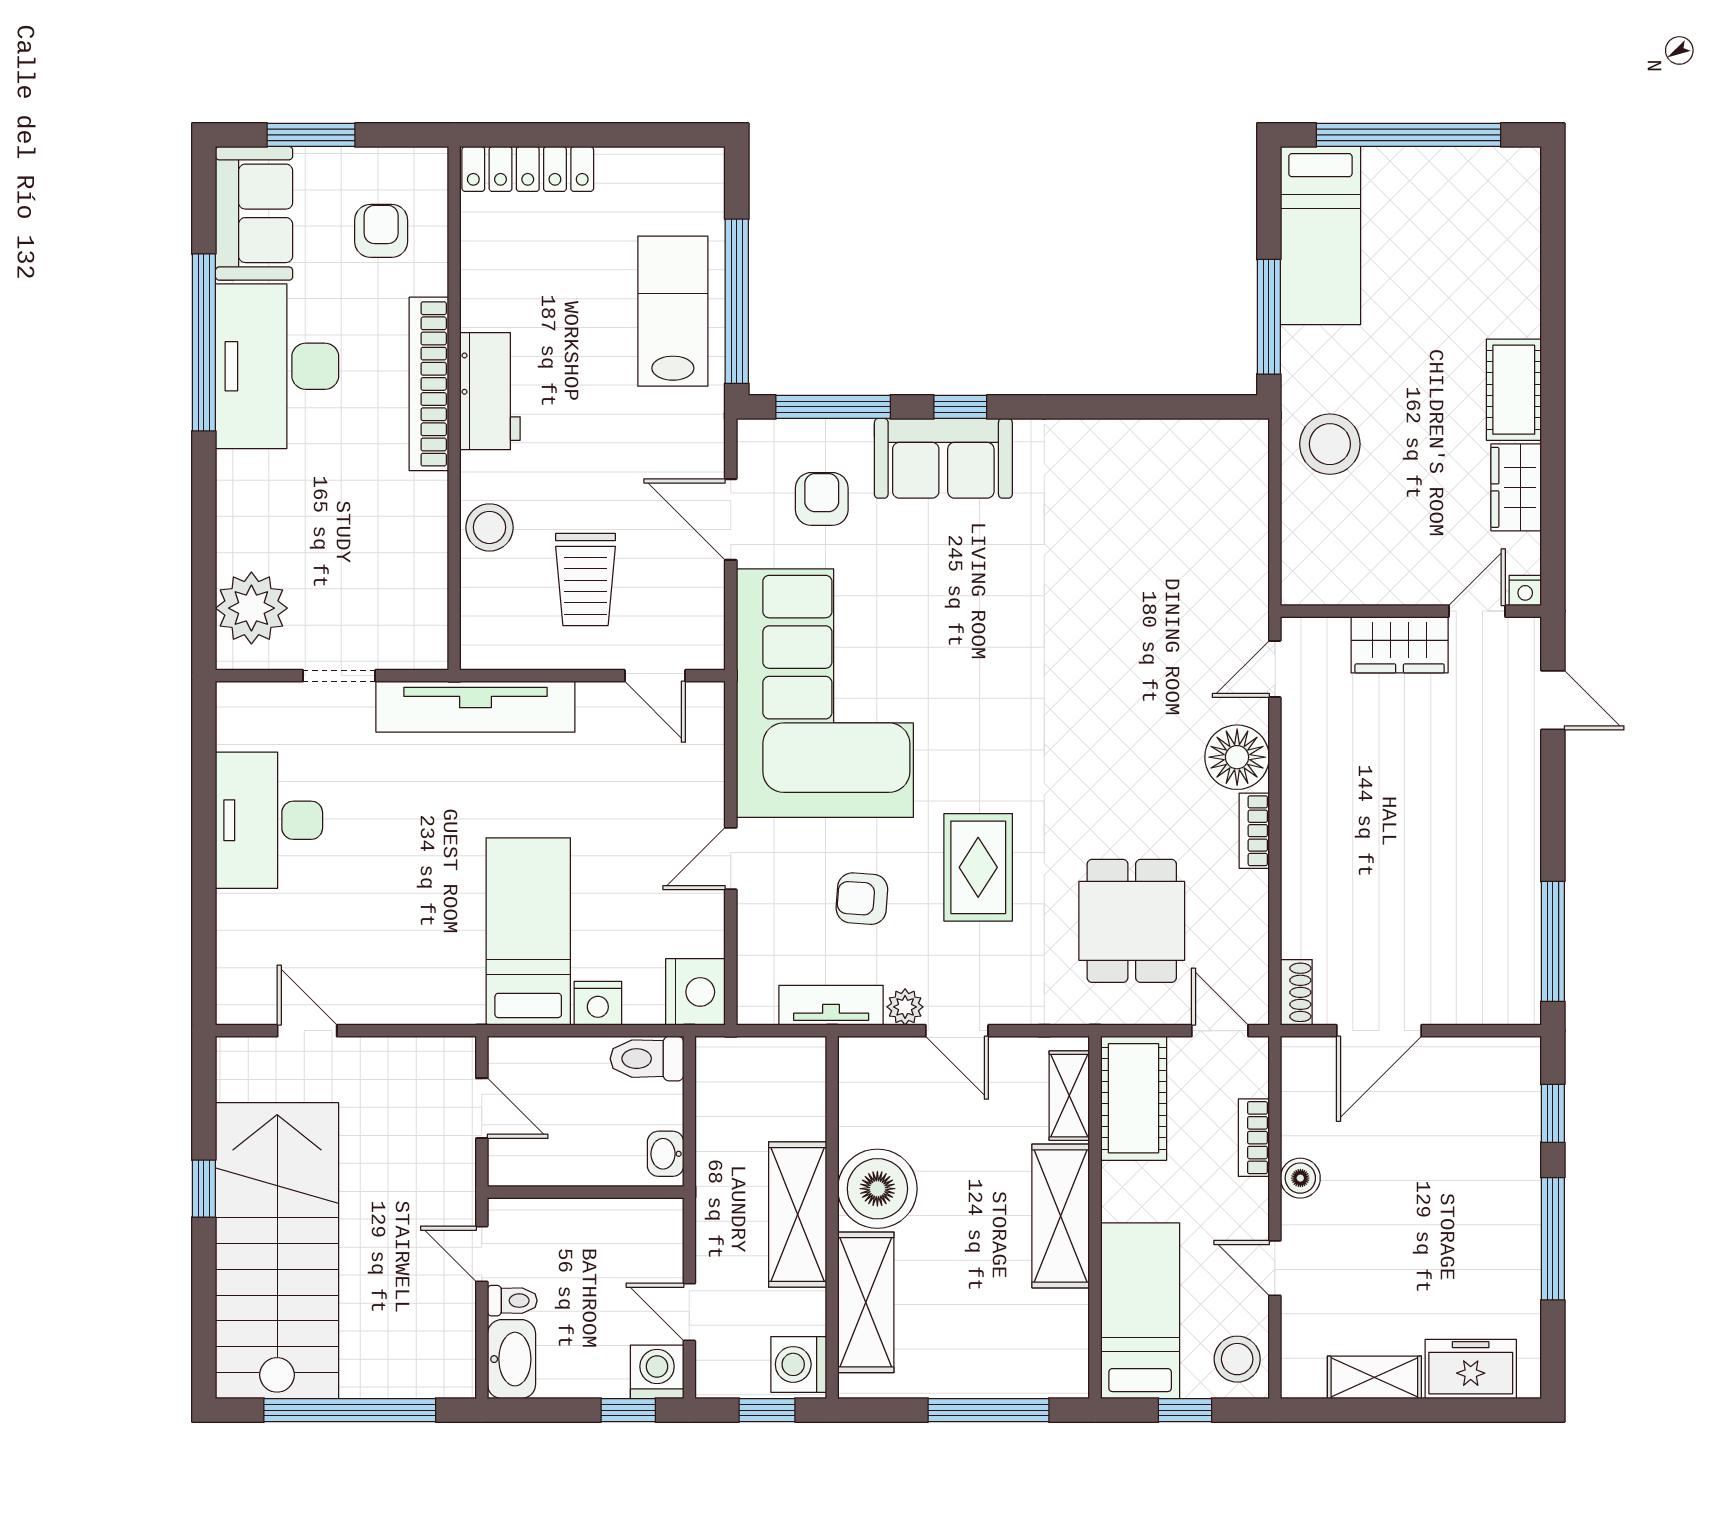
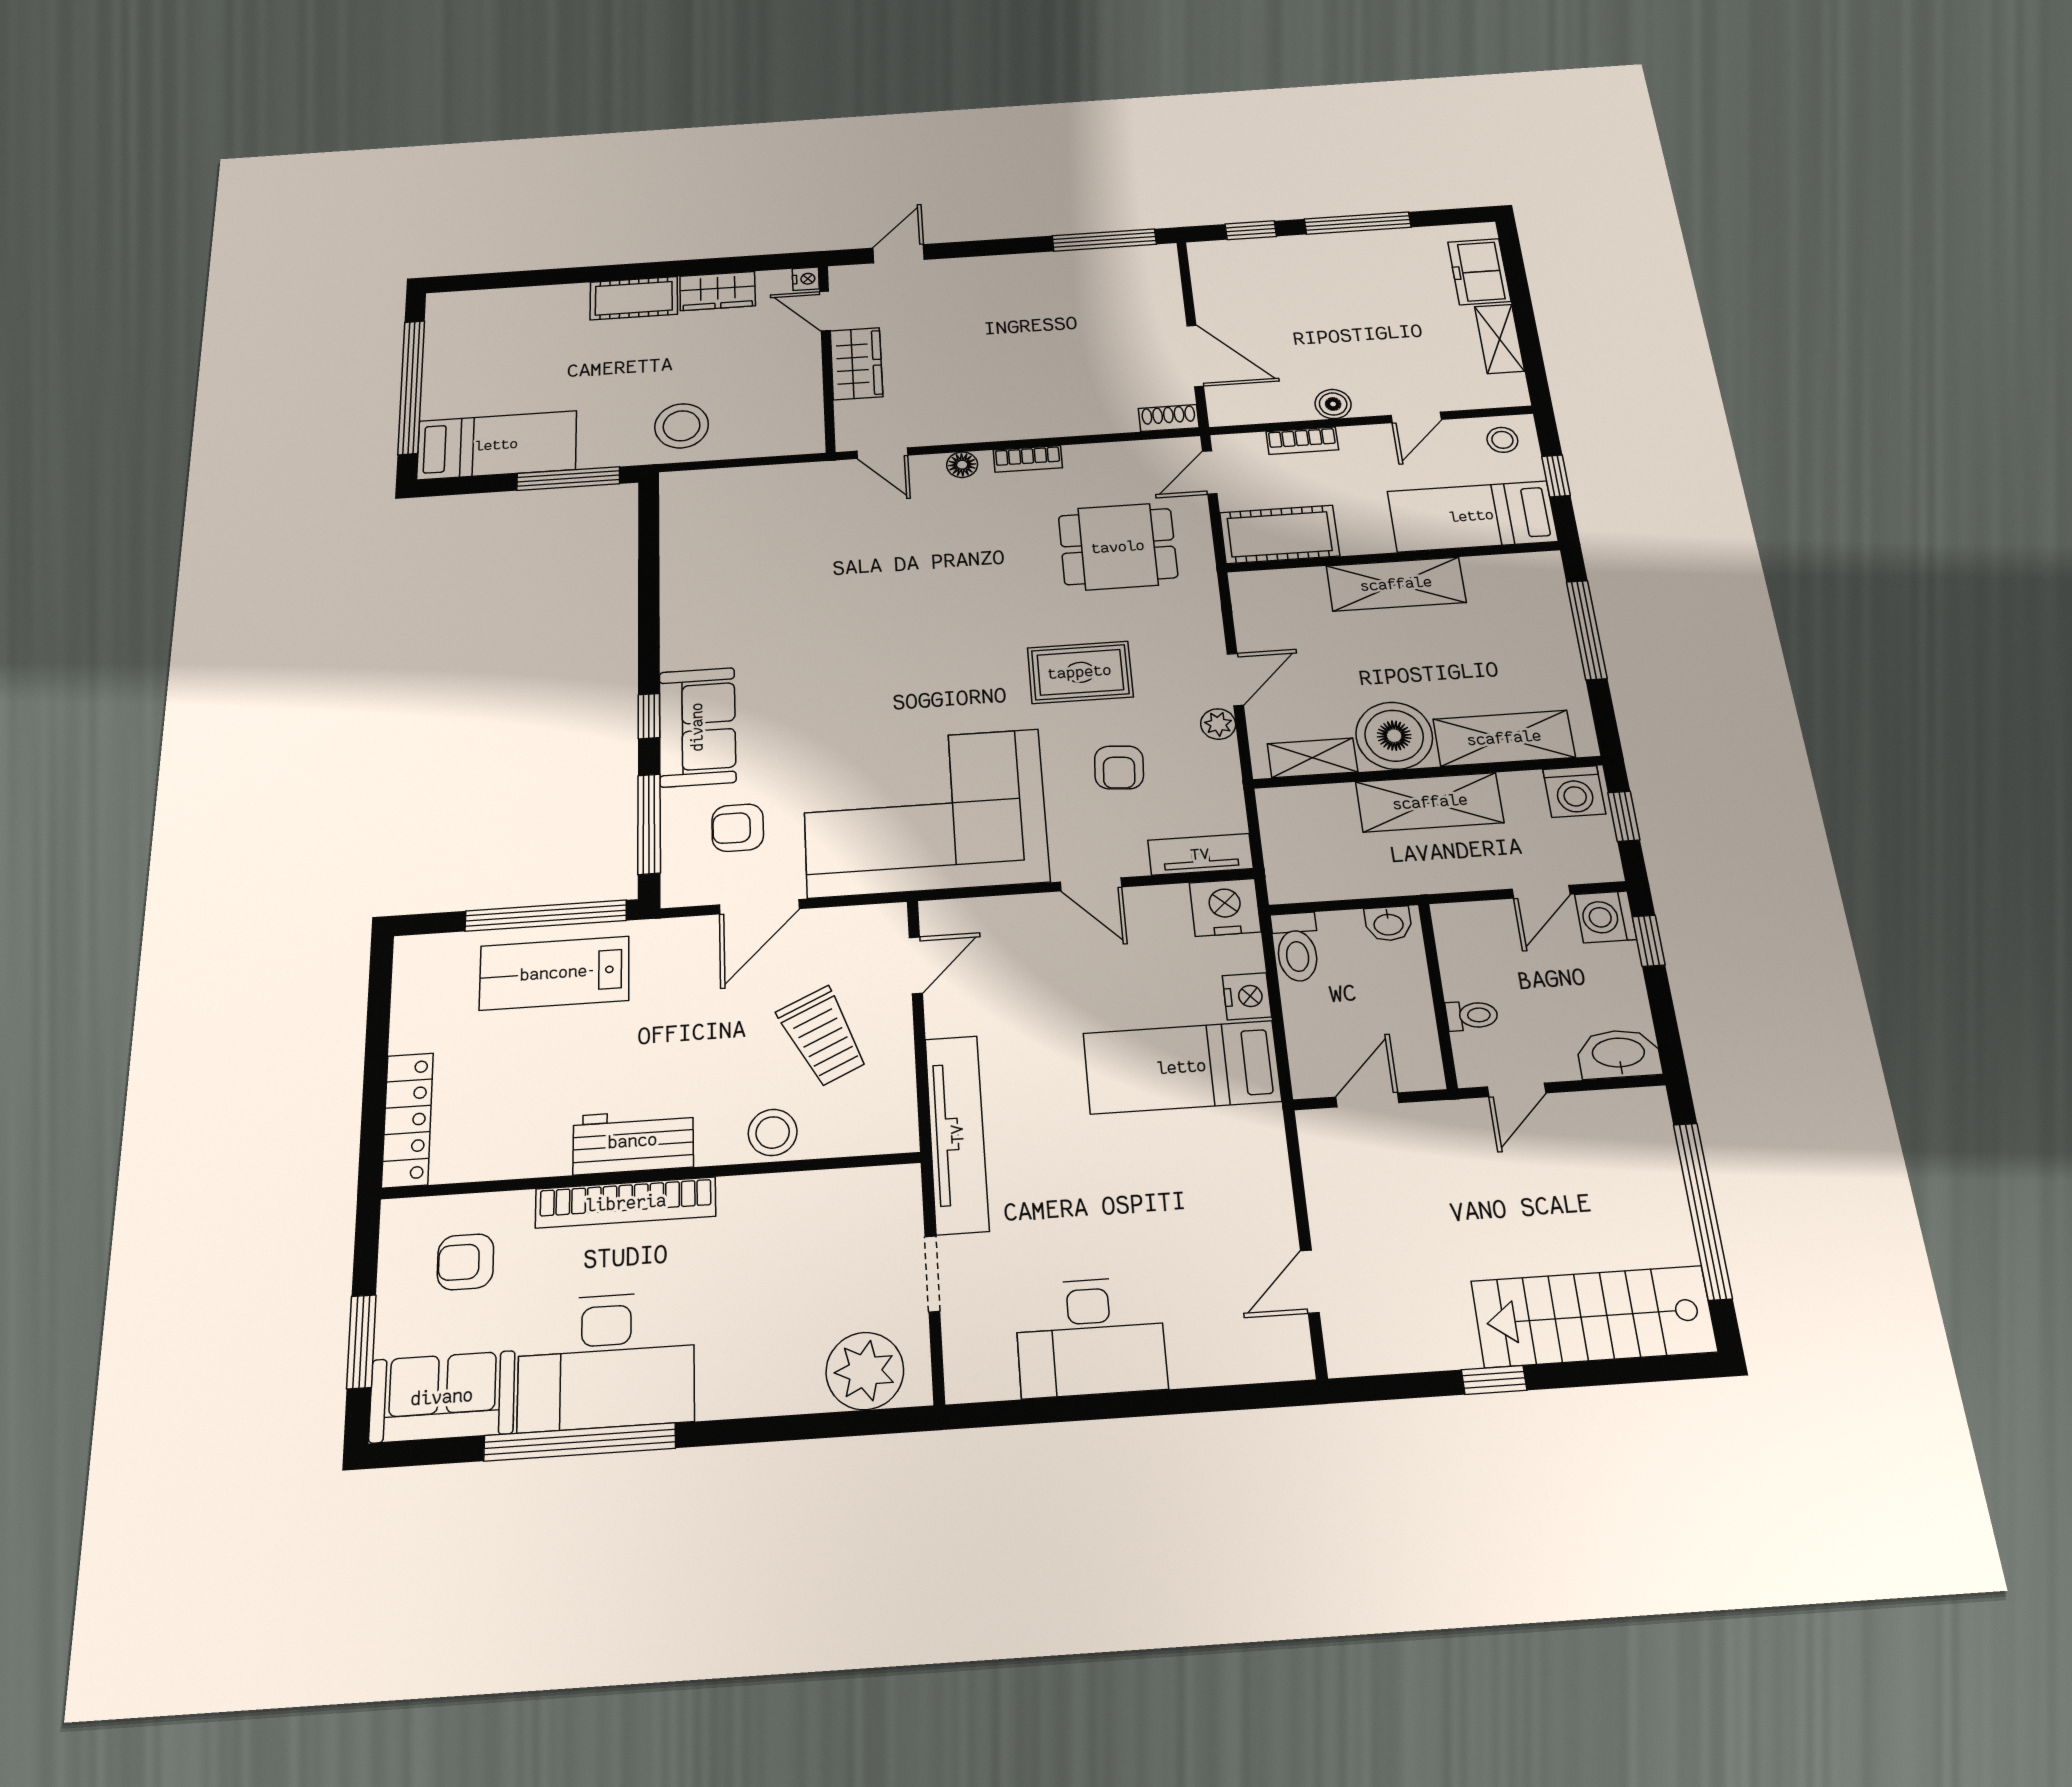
trolley: (585, 579) -> (823, 1037), turned 65
floor lamp: (1237, 757) -> (962, 465), width x0.53, depth x0.53
tv unit: (831, 1005) -> (1200, 854), moved, turned 90
shelving: (1069, 1096) -> (1312, 758), moved
stairs: (277, 1251) -> (1594, 1316), width x0.73, depth x0.66
toilet: (512, 1301) -> (1472, 1015), moved, turned 90
stool: (1237, 1359) -> (1502, 440), width x0.73, depth x0.73

